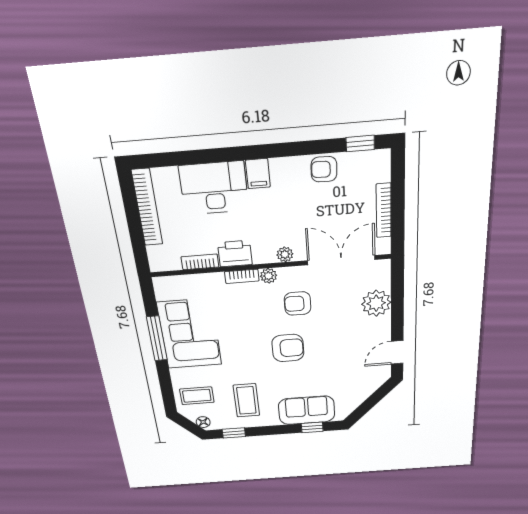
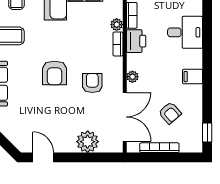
armchair: (324, 169) -> (170, 113), moved, turned 137
filing cabinet: (258, 174) -> (193, 77), moved
desk: (214, 188) -> (185, 32), width x0.73
plant: (269, 276) -> (117, 25), moved

